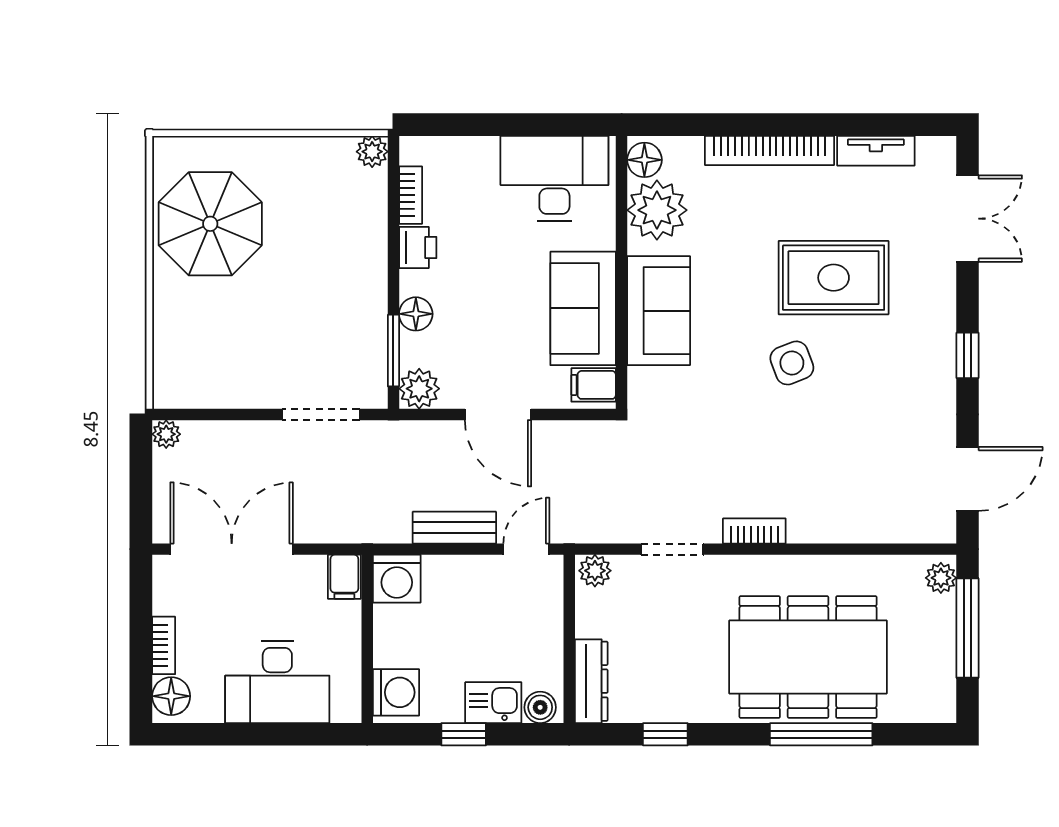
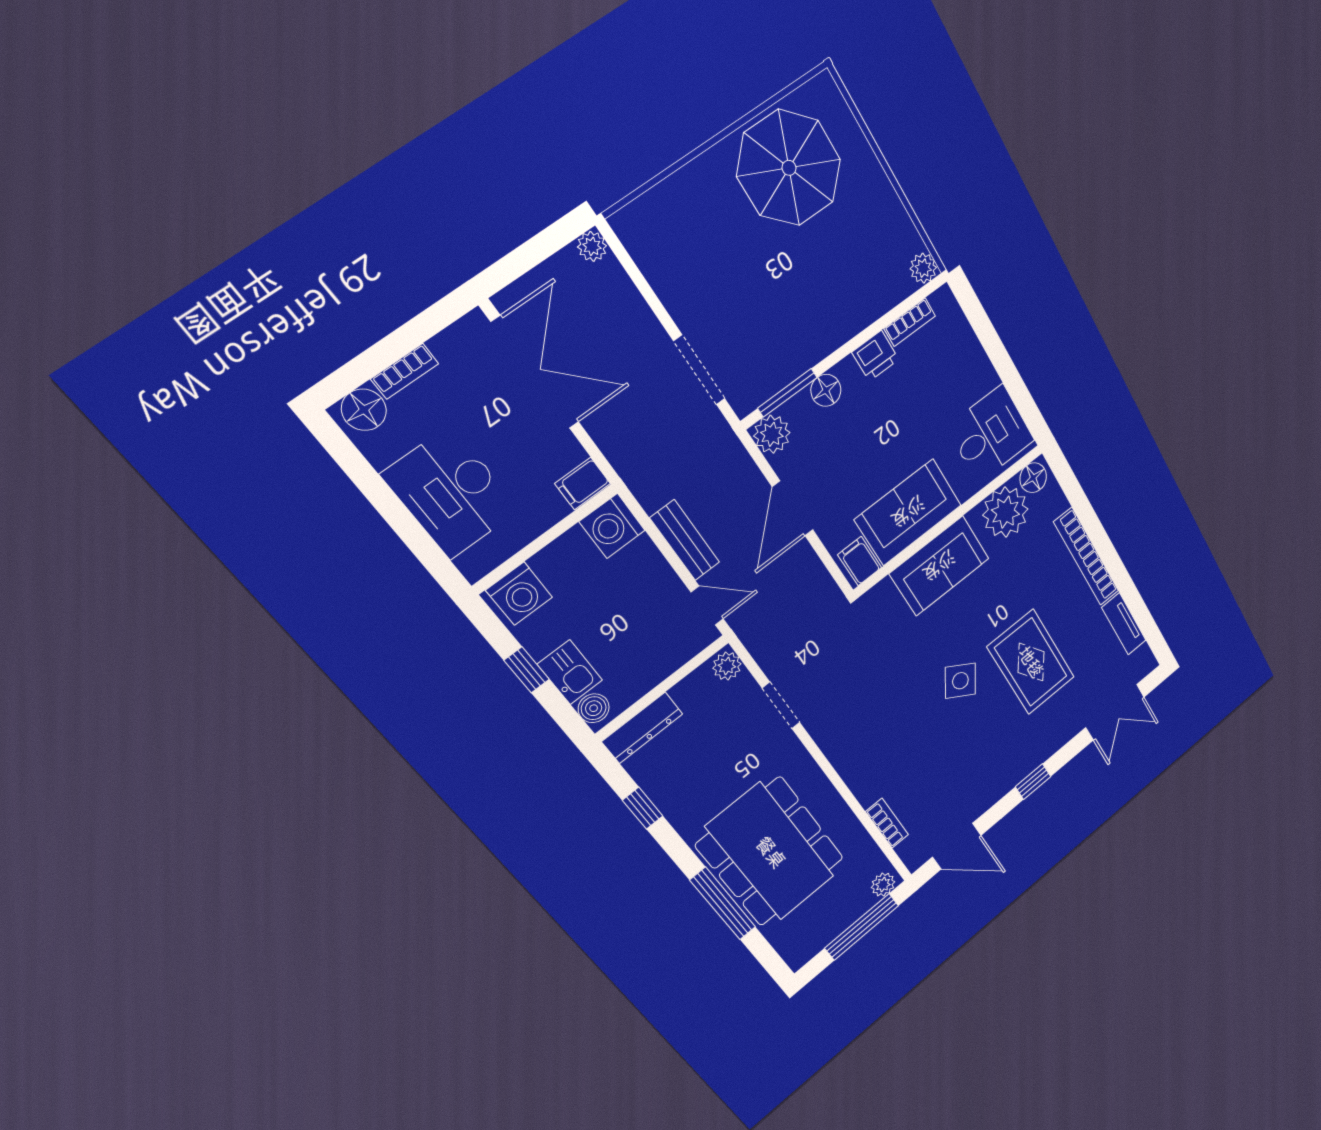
desk: (554, 178) -> (991, 434), width x0.73
side table: (792, 363) -> (960, 681), turned -37
bookcase: (754, 531) -> (887, 823), moved

